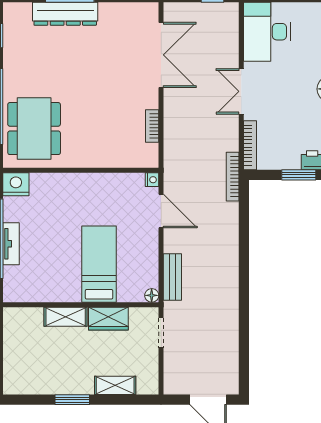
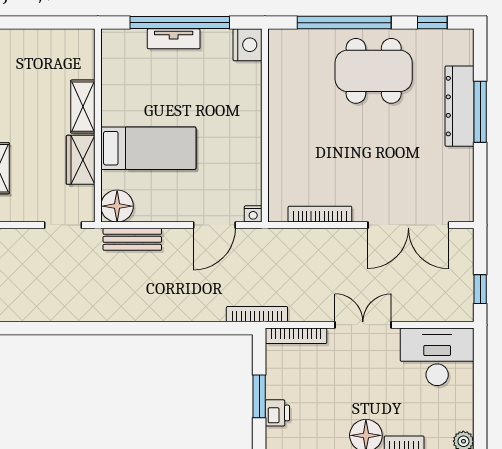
bookcase: (152, 126) -> (320, 214), width x1.56
dining table: (34, 129) -> (374, 71), moved
floor lamp: (152, 295) -> (117, 206), width x1.89, depth x1.89

